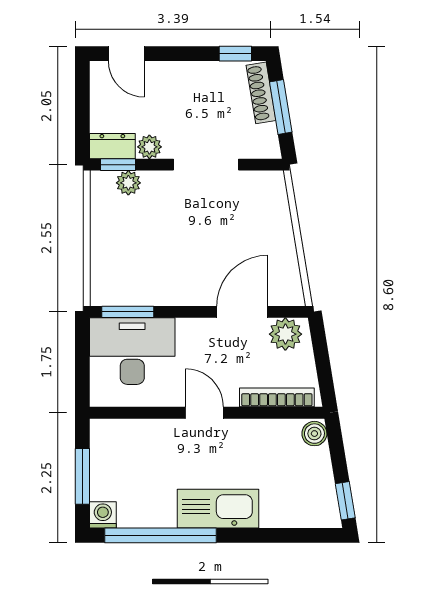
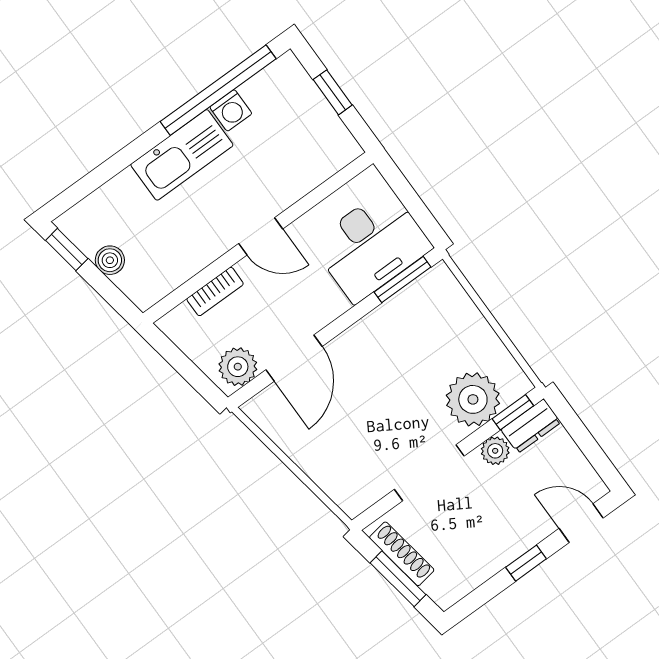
window: (235, 54) -> (526, 563), moved
shoe rack: (261, 93) -> (402, 554), moved
plant: (128, 183) -> (473, 399), width x1.88, depth x1.88
bookcase: (277, 397) -> (215, 291), width x0.64
boiler: (314, 434) -> (110, 260), moved
window: (82, 476) -> (333, 92), width x0.67
washing machine: (103, 515) -> (231, 110), moved

